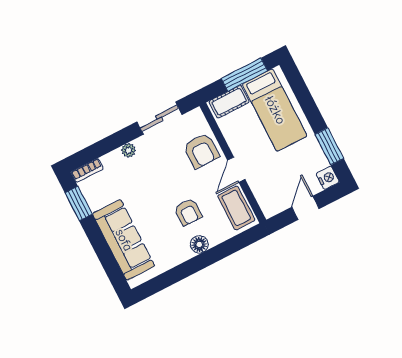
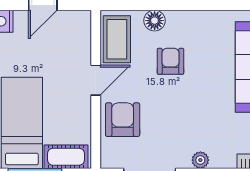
floor lamp: (199, 244) -> (155, 21), moved

